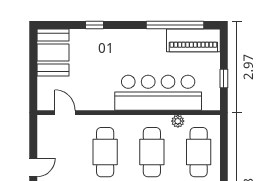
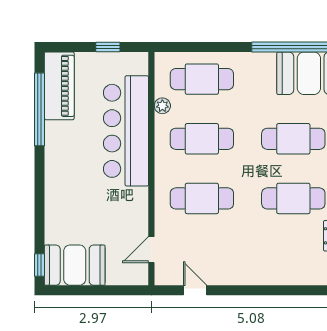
window: (94, 25) -> (40, 265), moved
door: (33, 167) -> (195, 290), moved

